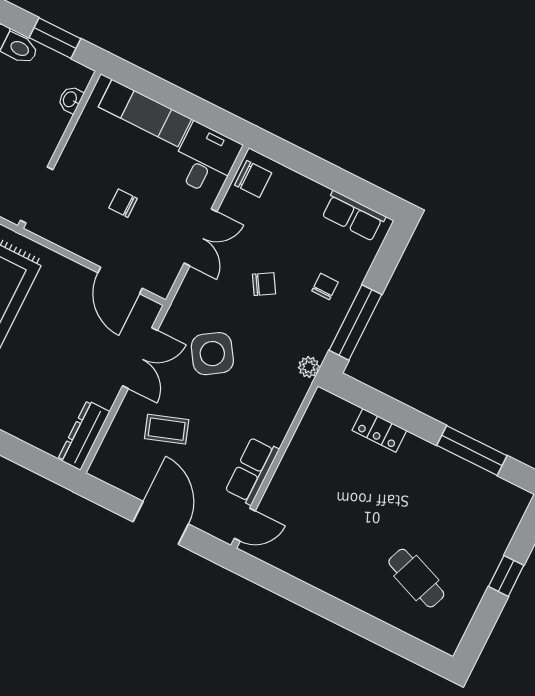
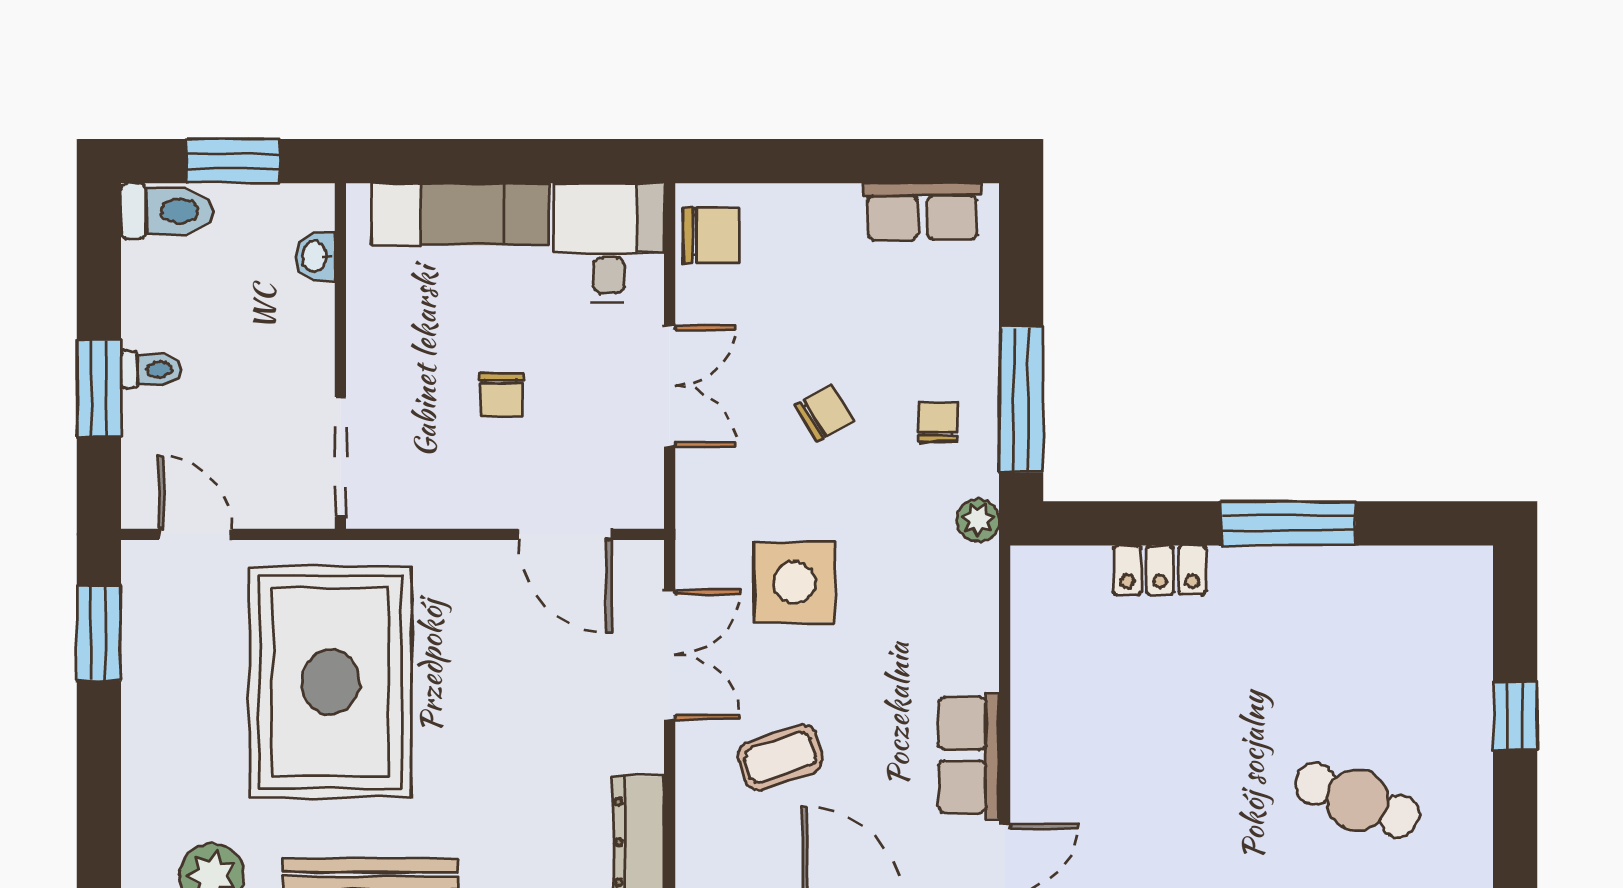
chair: (123, 203) -> (501, 394), turned -90
chair: (325, 287) -> (938, 422), moved
side table: (212, 354) -> (794, 582), turned 33
window: (472, 450) -> (1289, 523), moved

